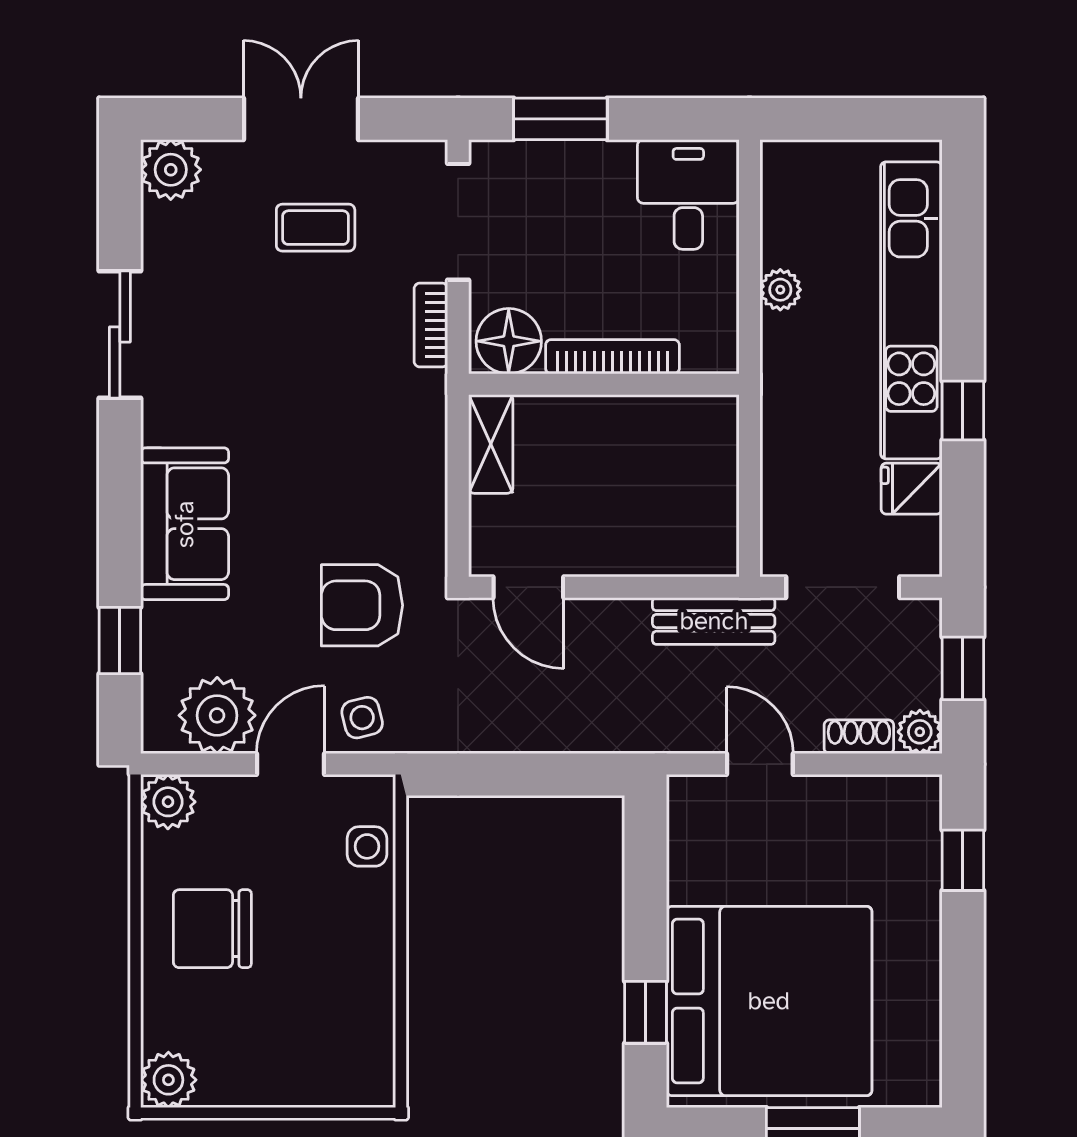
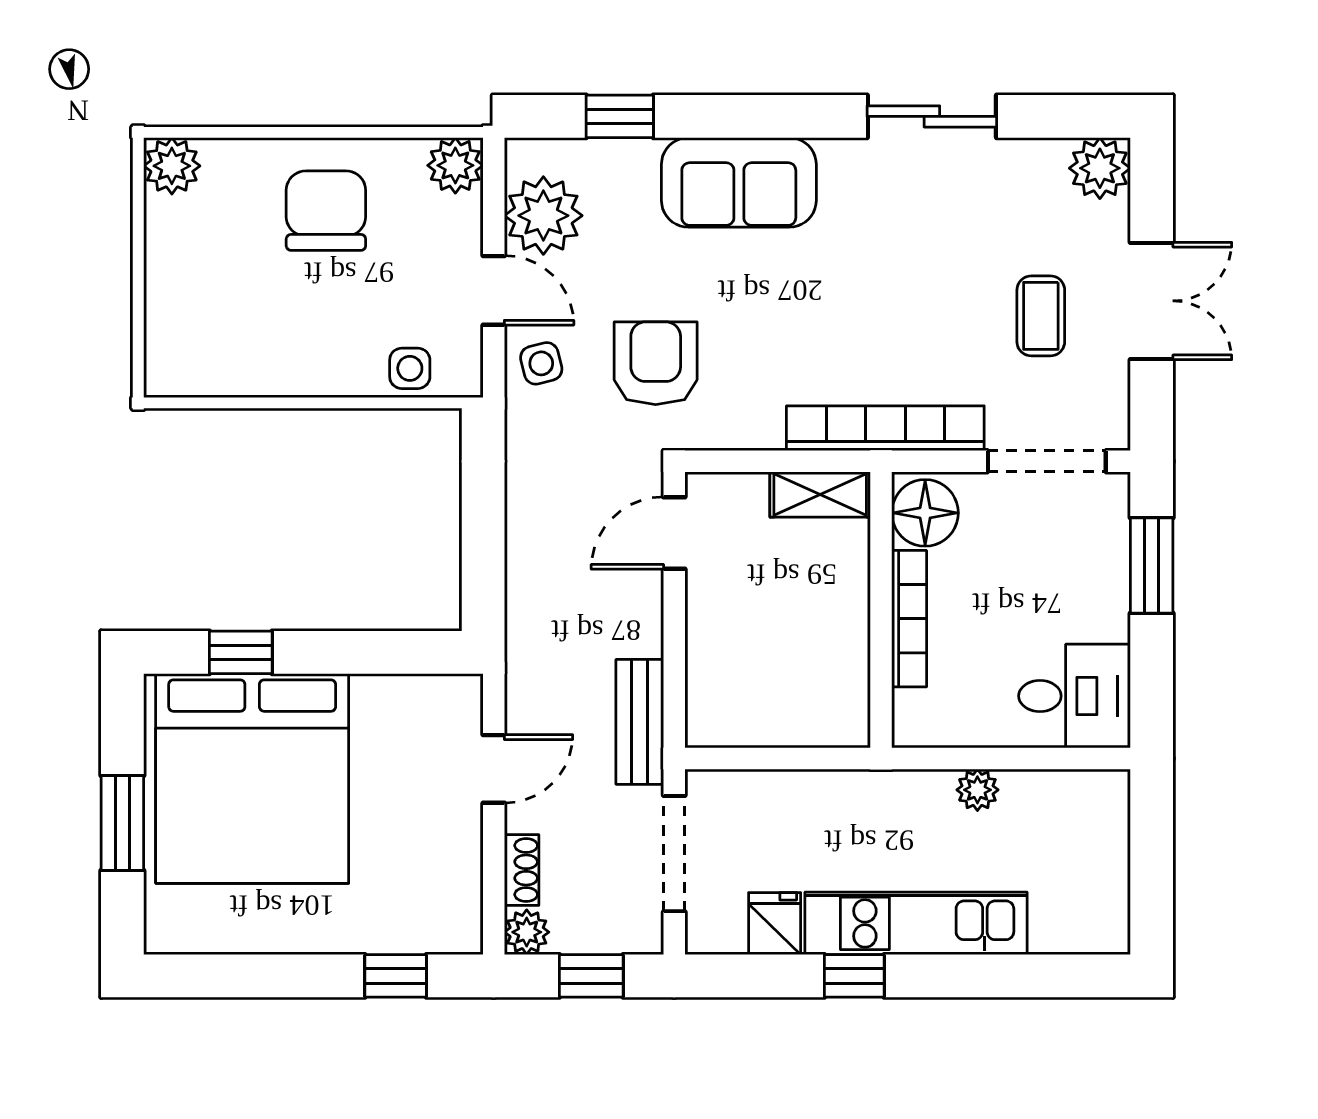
kitchen unit: (911, 310) -> (916, 923), width x0.73
bookcase: (431, 325) -> (885, 428), width x2.31, depth x1.31

